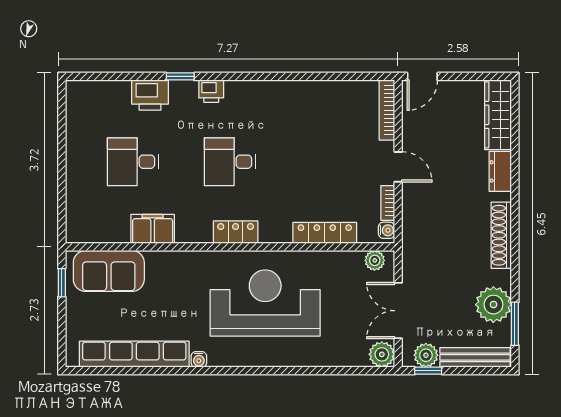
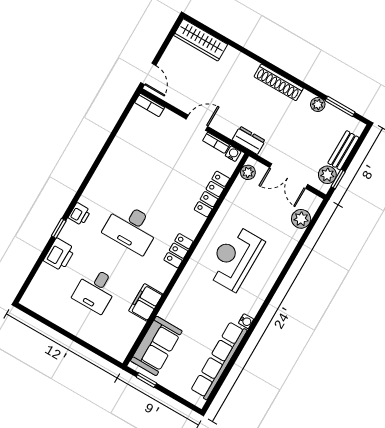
bookcase: (387, 110) -> (150, 105), width x0.64
desk: (230, 162) -> (131, 228), width x1.37
dresser: (500, 171) -> (249, 140), moved, turned 180
reception desk: (265, 303) -> (235, 258), width x0.74, depth x0.77
plant: (493, 305) -> (318, 104), width x0.53, depth x0.53
plant: (382, 354) -> (301, 219), moved
bench: (475, 357) -> (343, 150), width x0.73

